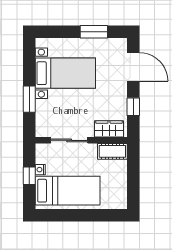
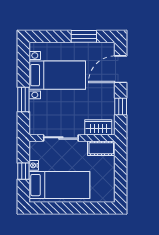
door: (133, 67) -> (121, 69), swing flipped

